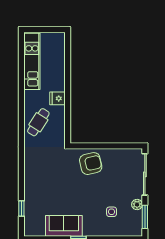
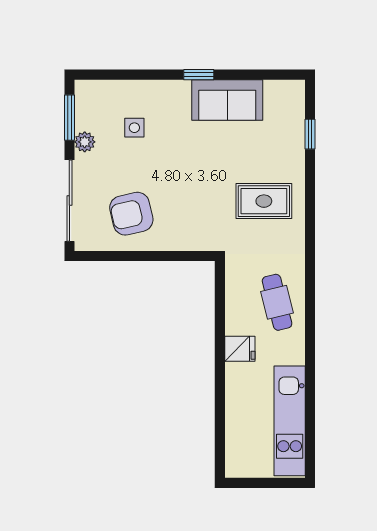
cafe table: (38, 122) -> (277, 302), turned -46
armchair: (91, 164) -> (131, 214), moved
rug: (45, 174) -> (264, 201), added

